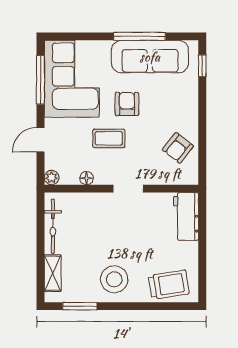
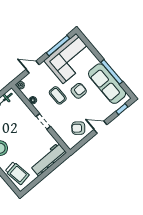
door: (202, 116) -> (100, 127), added
workbench: (186, 216) -> (48, 159), width x1.38

